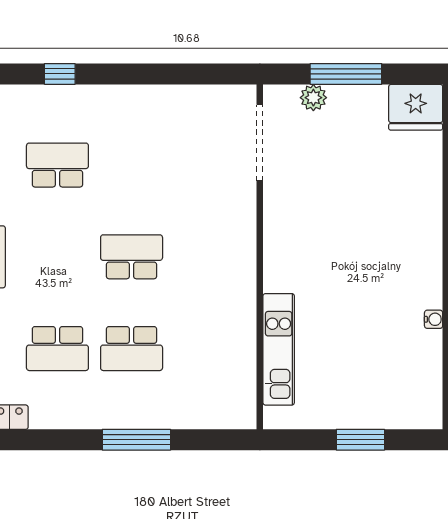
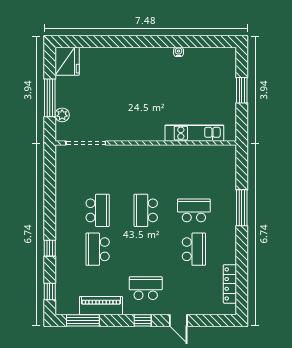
school desk: (132, 165) -> (98, 210), added
school desk: (132, 349) -> (194, 210), turned -90

